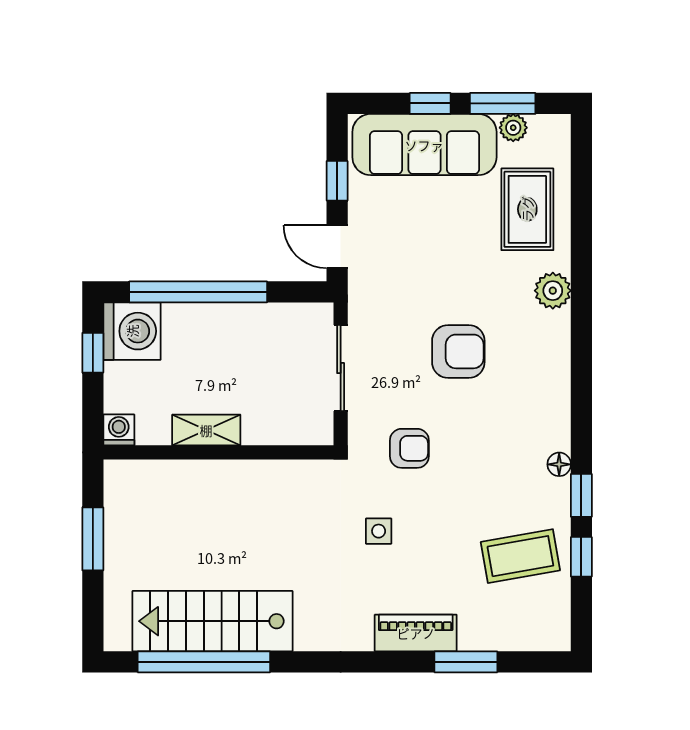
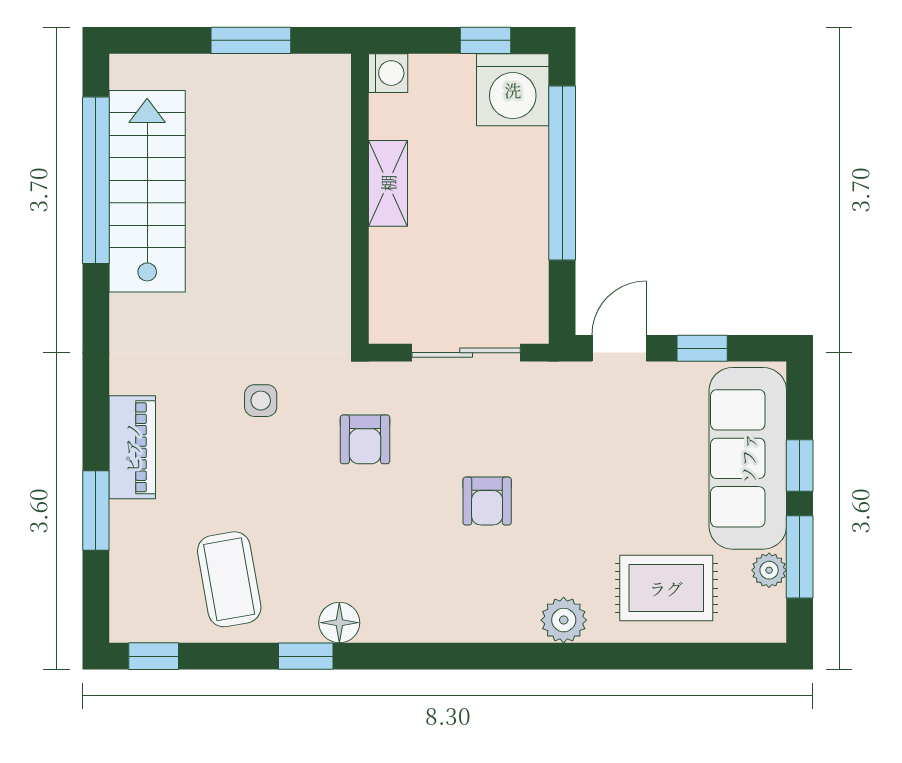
armchair: (458, 351) -> (487, 501), width x0.72, depth x0.72
floor lamp: (559, 464) -> (339, 623), width x1.37, depth x1.37
window: (581, 557) -> (154, 656), moved

